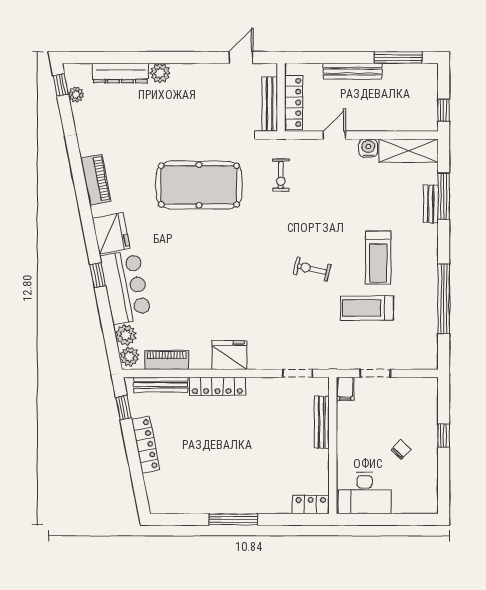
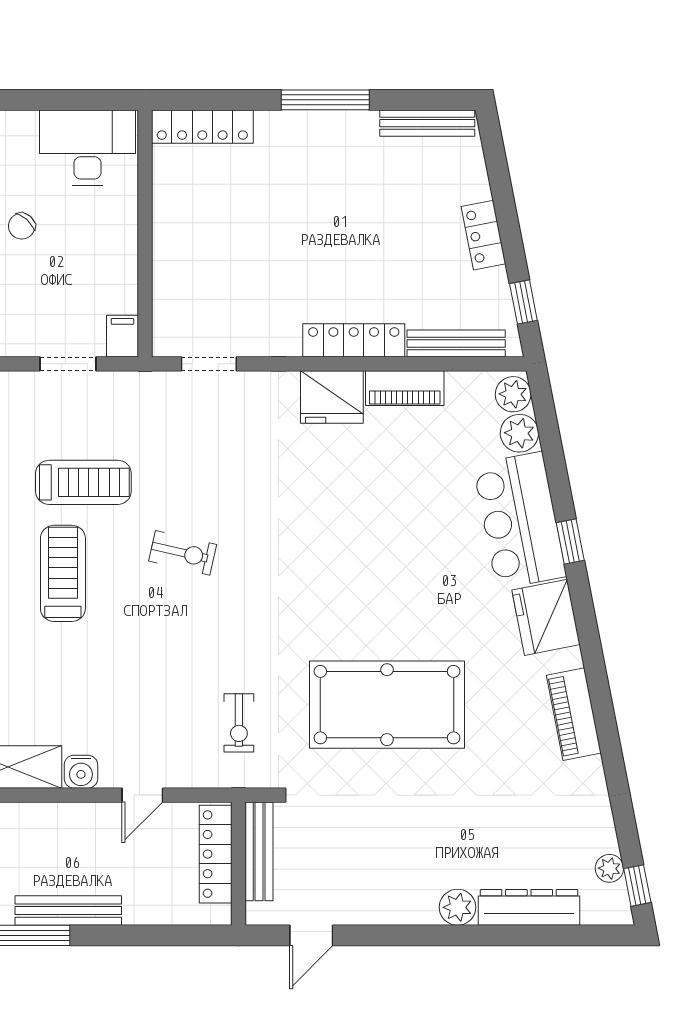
bench: (353, 71) -> (68, 911), moved
exercise bike: (281, 175) -> (239, 723), turned 180
piano: (167, 360) -> (405, 388), moved
bench: (322, 422) -> (427, 123), moved, turned 90
locker: (146, 445) -> (483, 235), width x0.66
locker: (311, 505) -> (202, 127), width x1.53

